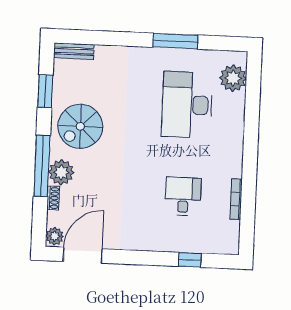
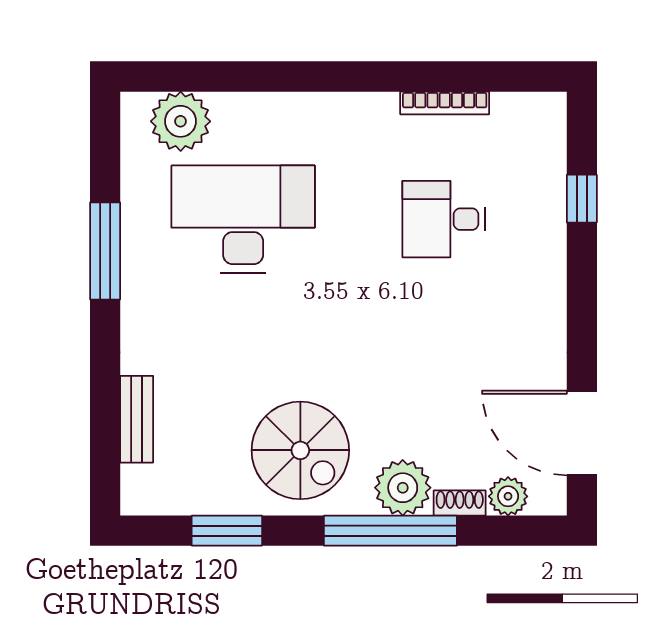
bench: (74, 51) -> (137, 419), moved
desk: (187, 105) -> (243, 219), turned 180
plant: (55, 236) -> (508, 496), moved

